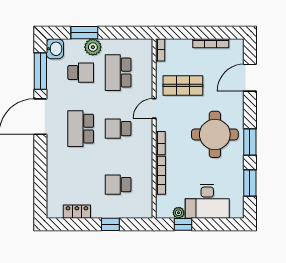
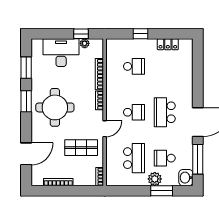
school desk: (81, 129) -> (165, 112), turned 180

